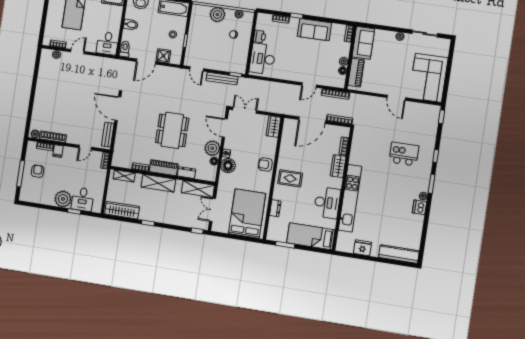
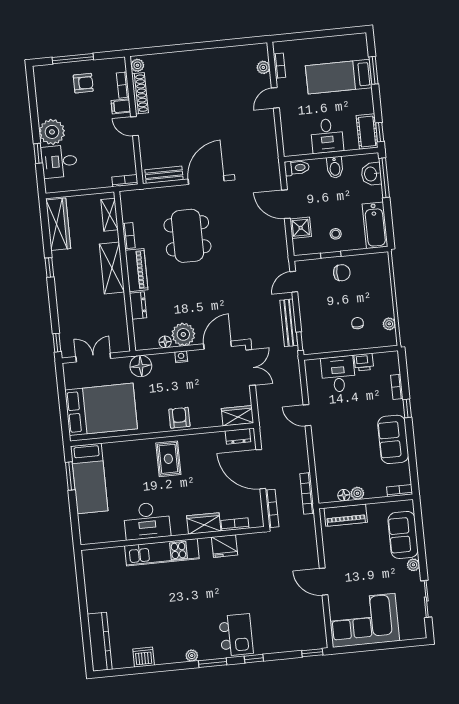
plant: (217, 15) -> (381, 292), removed
chair: (199, 37) -> (342, 273), added
desk: (108, 43) -> (327, 136), moved, turned -90
sofa: (363, 43) -> (403, 535), moved, turned 90
door: (77, 52) -> (275, 98), swing flipped
desk: (262, 59) -> (338, 374), width x0.73
door: (309, 85) -> (307, 415), moved
door: (396, 98) -> (324, 582), hinge flipped
dining table: (172, 130) -> (187, 236), moved, turned 90
door: (85, 147) -> (135, 126), moved
kitchen island: (404, 154) -> (236, 635), moved
floor lamp: (228, 166) -> (141, 366), moved
shelving: (198, 189) -> (118, 328), removed
kitchen unit: (350, 198) -> (162, 552), width x0.73
dishwasher: (419, 207) -> (144, 657), moved
dresser: (275, 208) -> (238, 436), moved
bed: (311, 236) -> (89, 478), moved, turned 180
fridge: (362, 248) -> (224, 546), moved, turned 90

